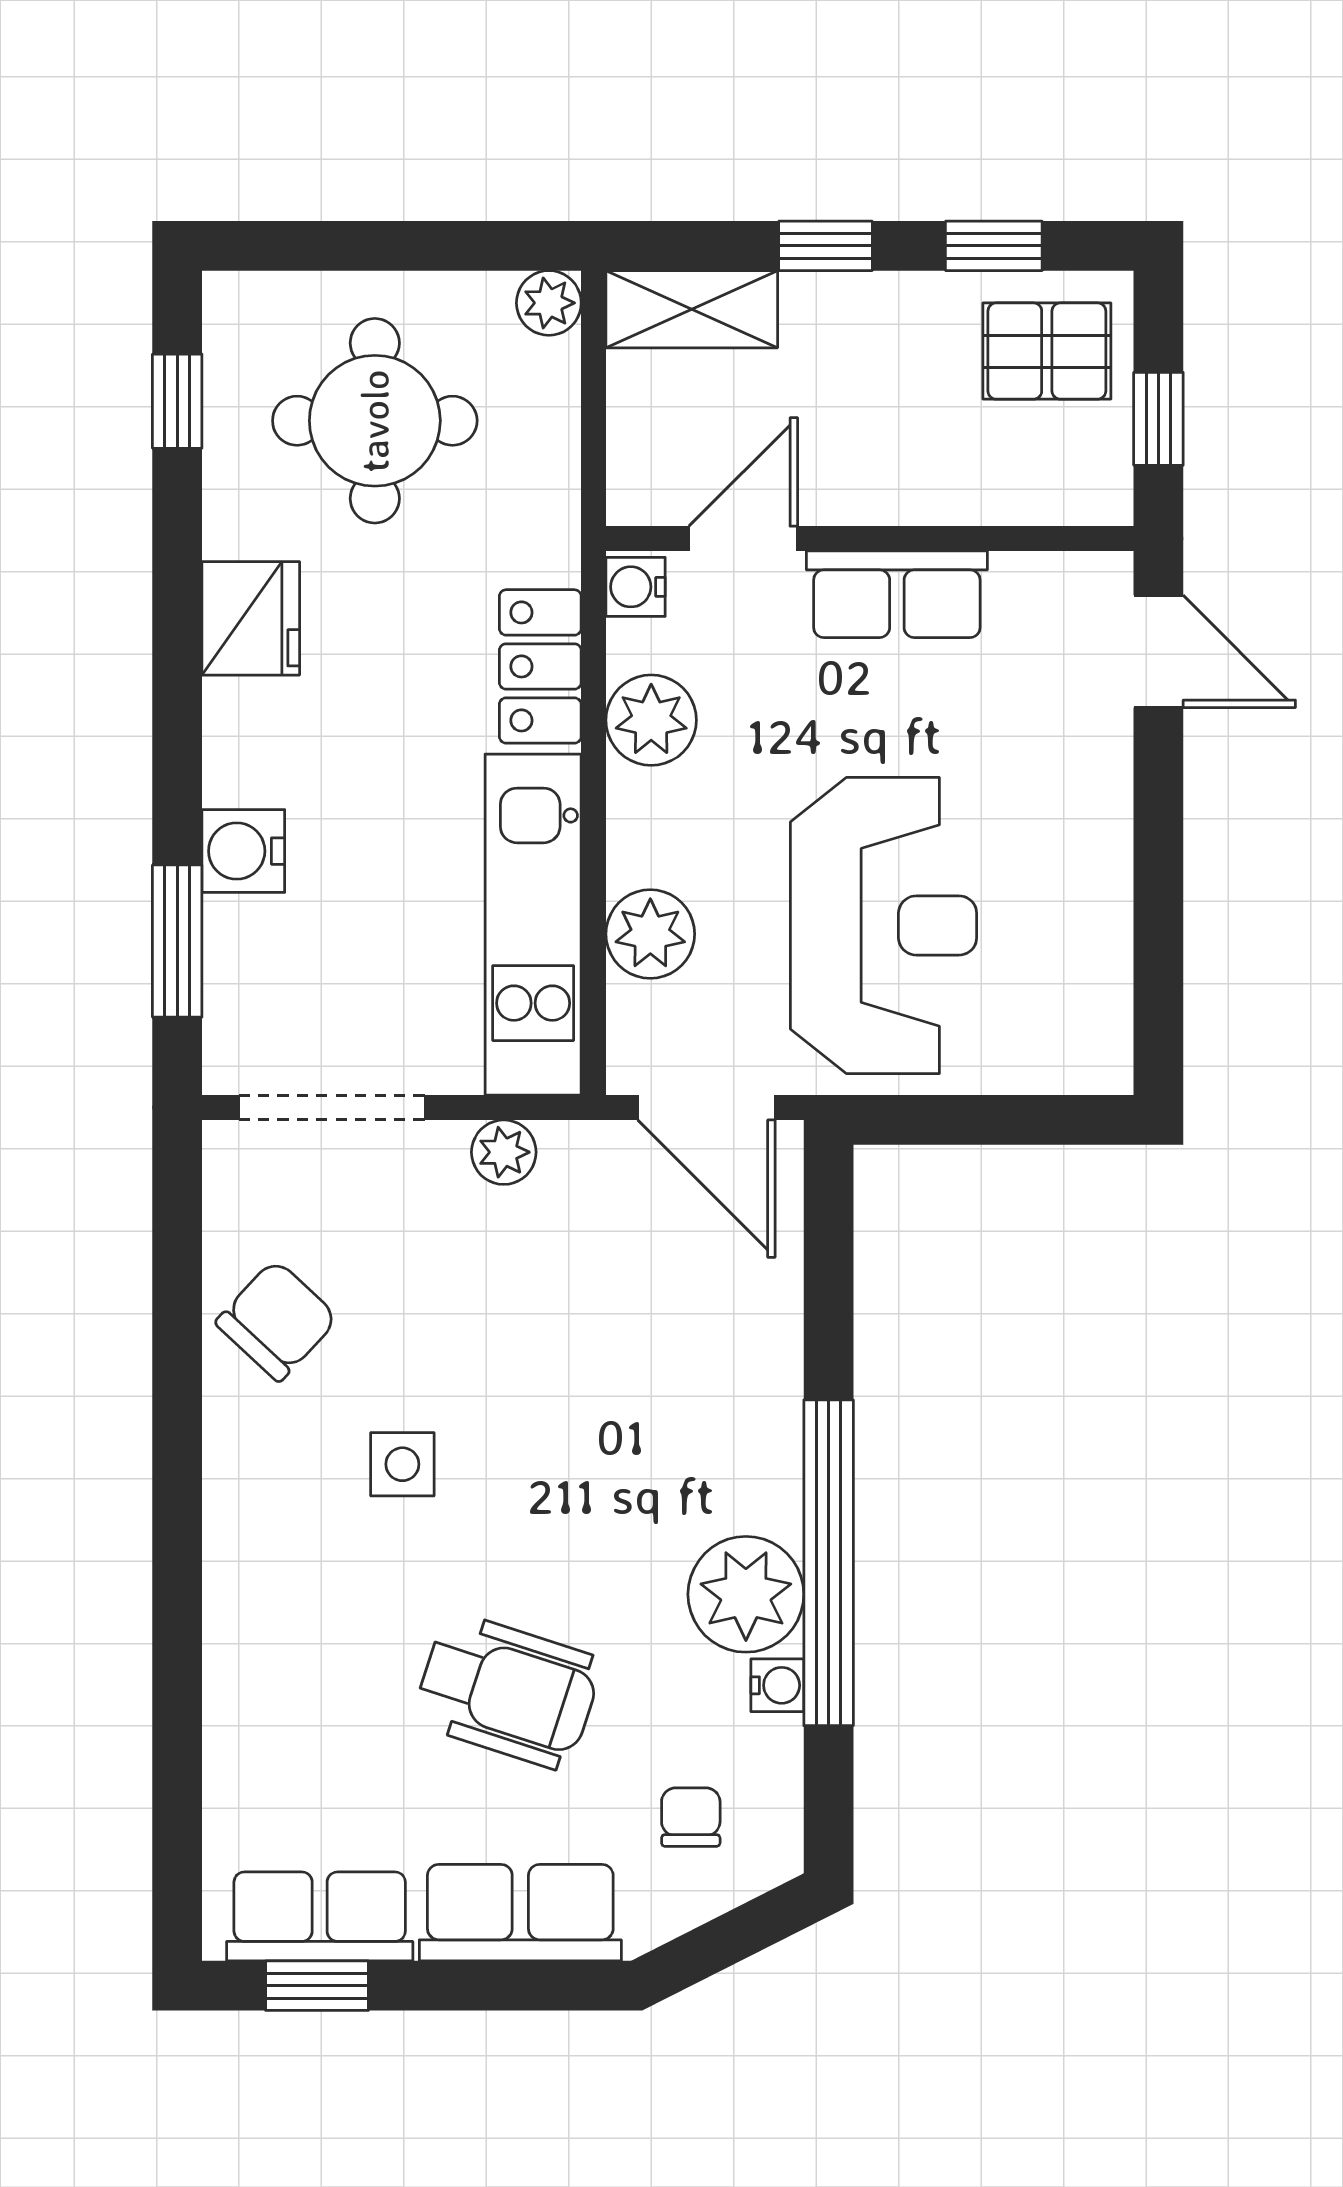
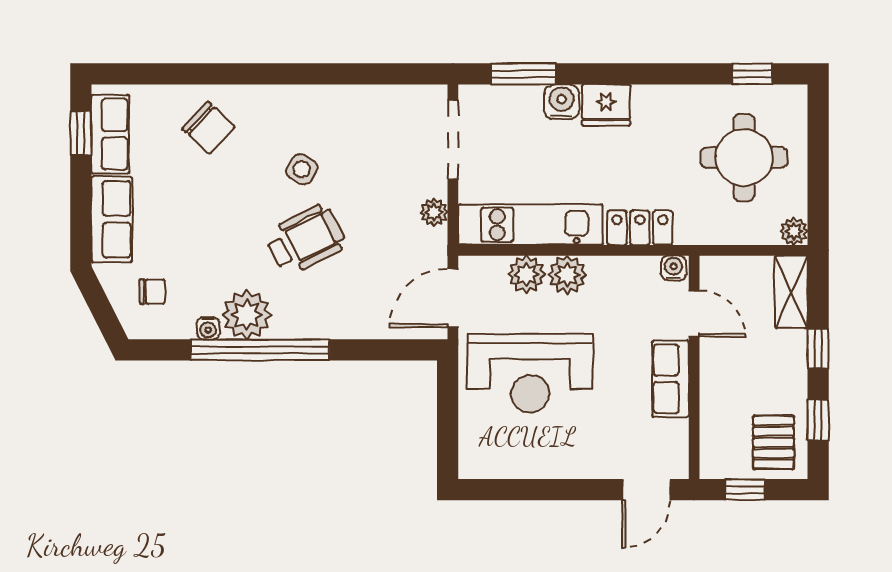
fridge: (251, 618) -> (606, 105), moved
plant: (651, 720) -> (567, 275), moved
chair: (277, 1320) -> (209, 128), moved
side table: (402, 1464) -> (302, 169), turned 30
wheelchair: (507, 1691) -> (305, 240), moved, turned -135

